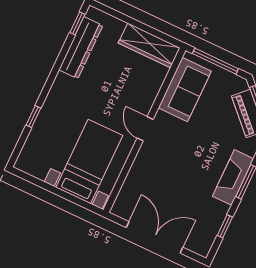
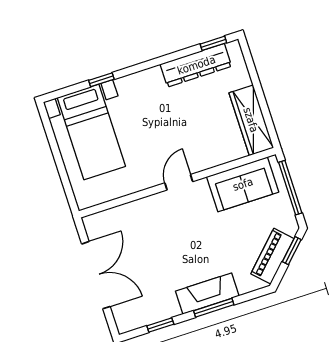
bed with nightstands: (89, 161) -> (91, 132), moved, turned 90

